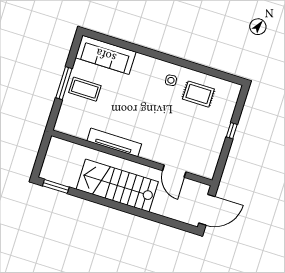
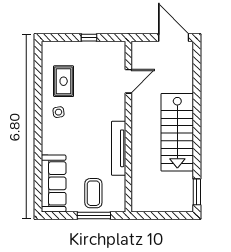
tv unit: (114, 142) -> (119, 148), moved
wall: (132, 158) -> (128, 127), moved
door: (174, 171) -> (128, 81), moved

